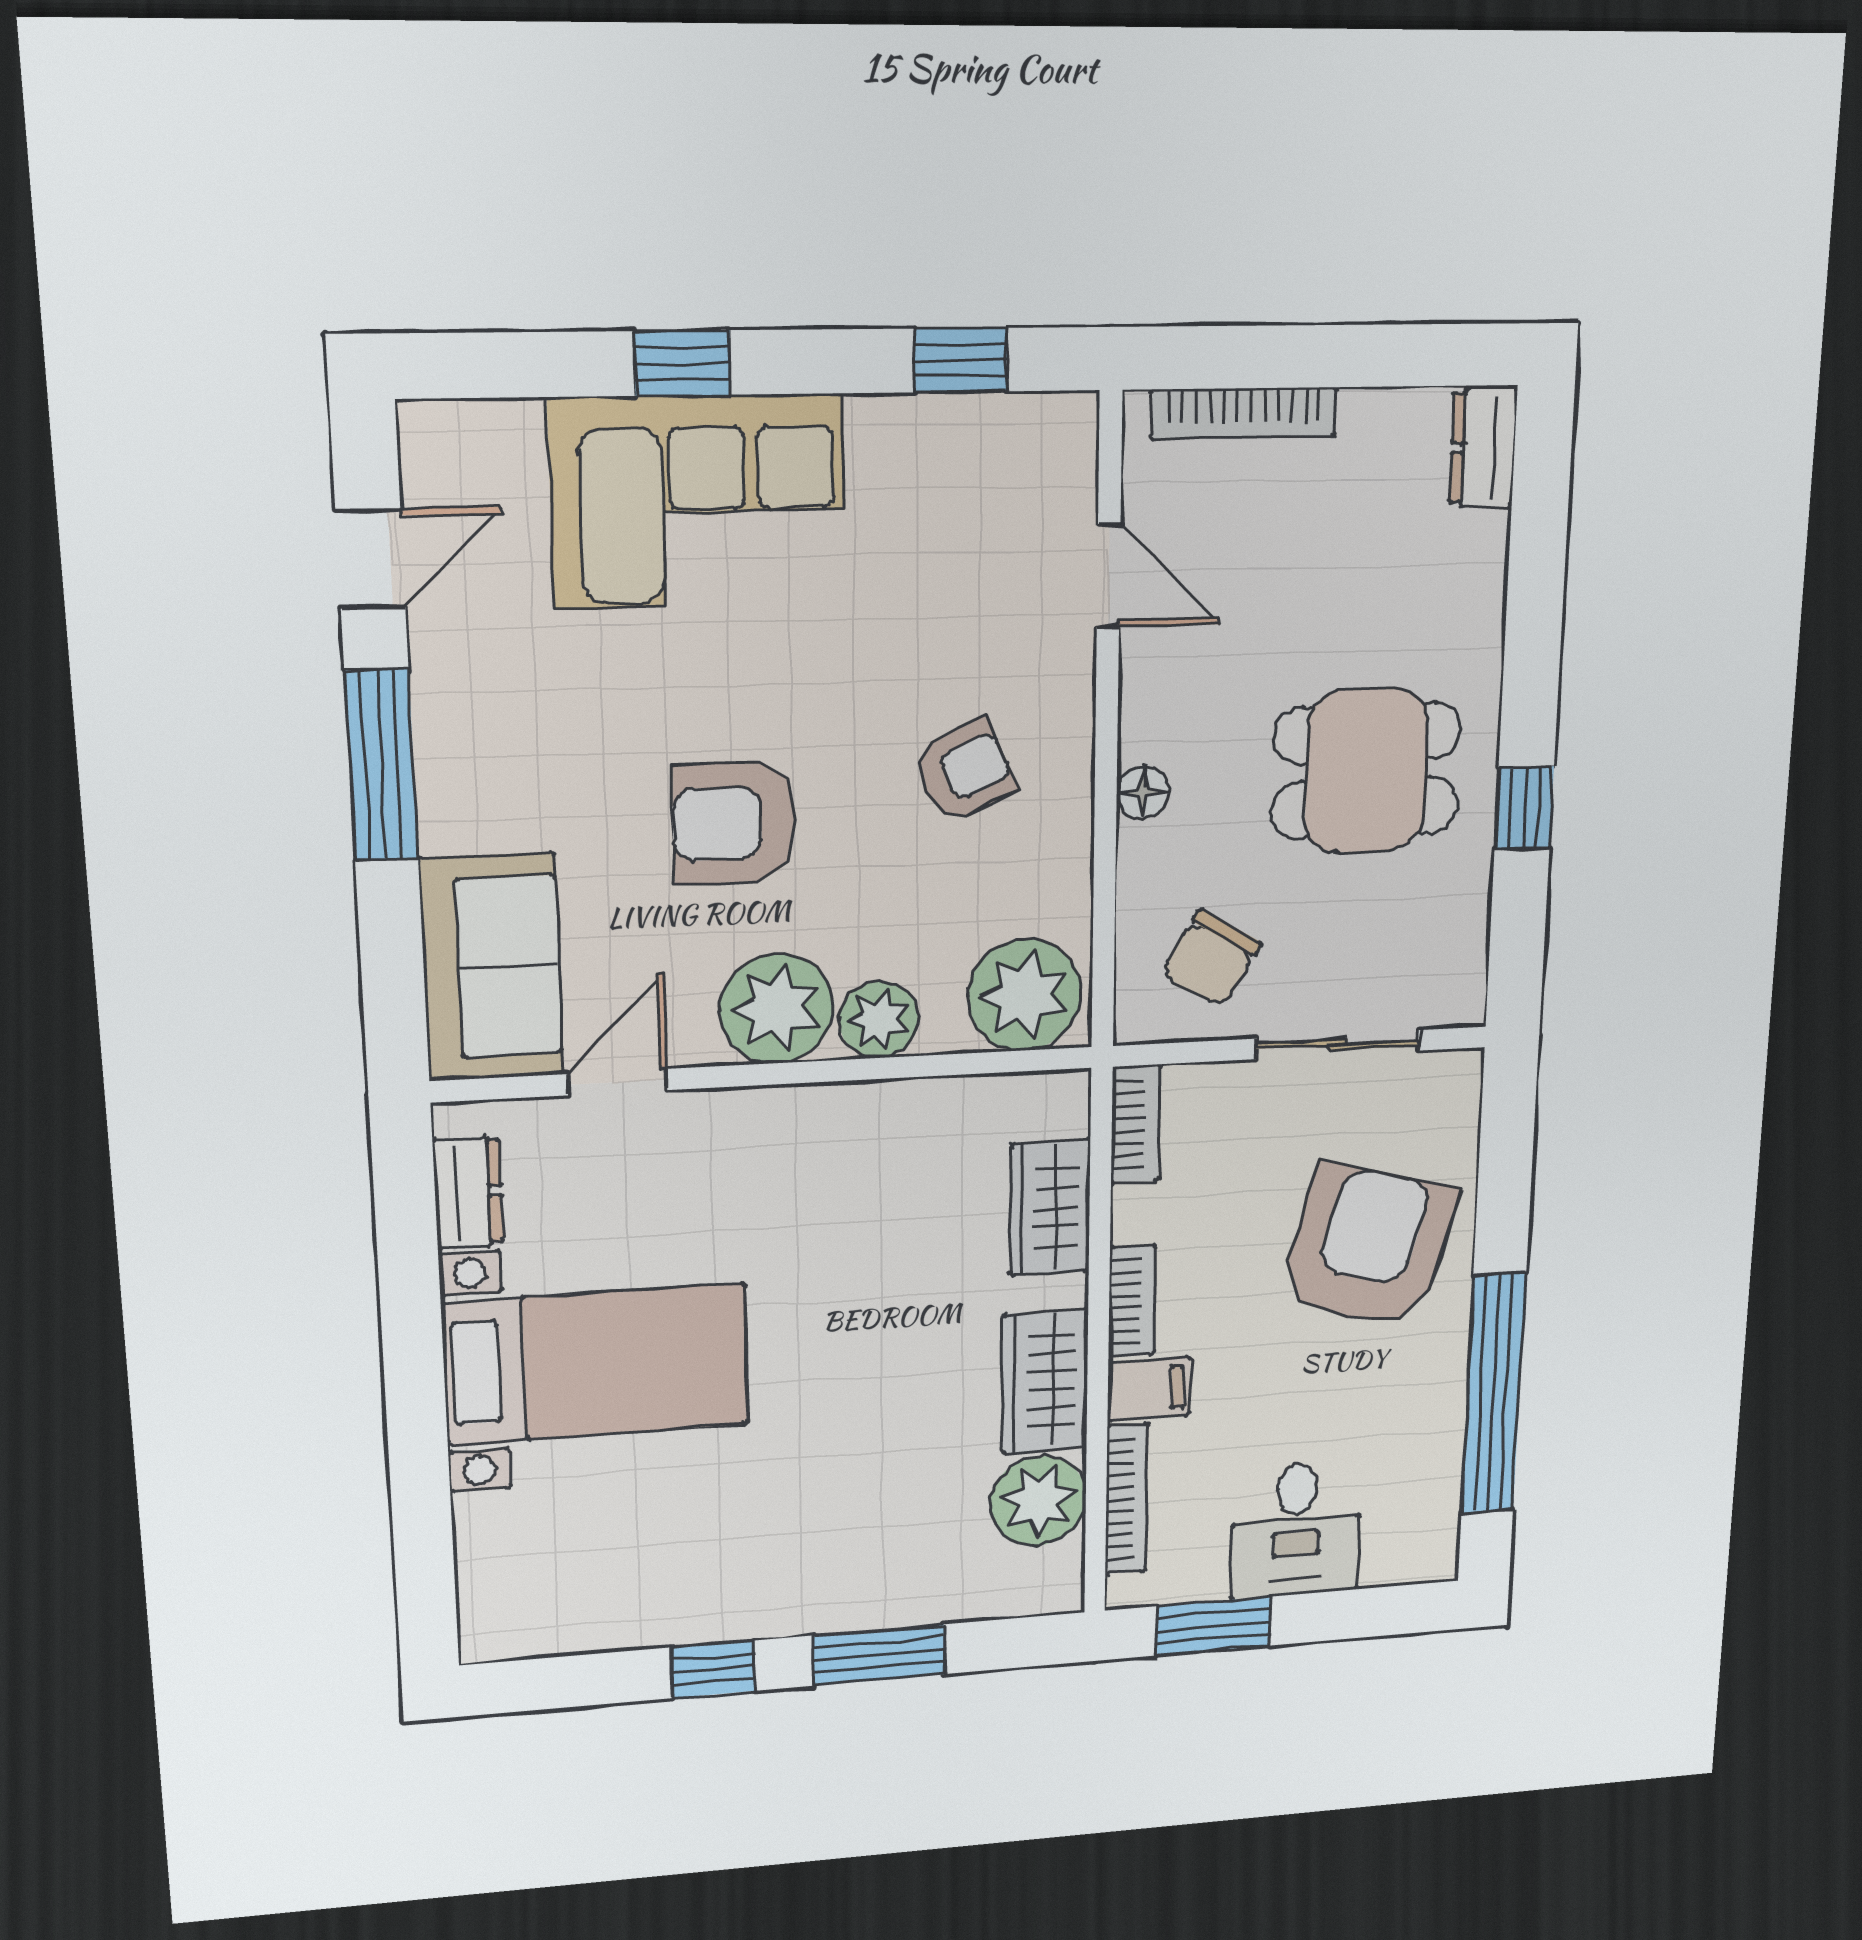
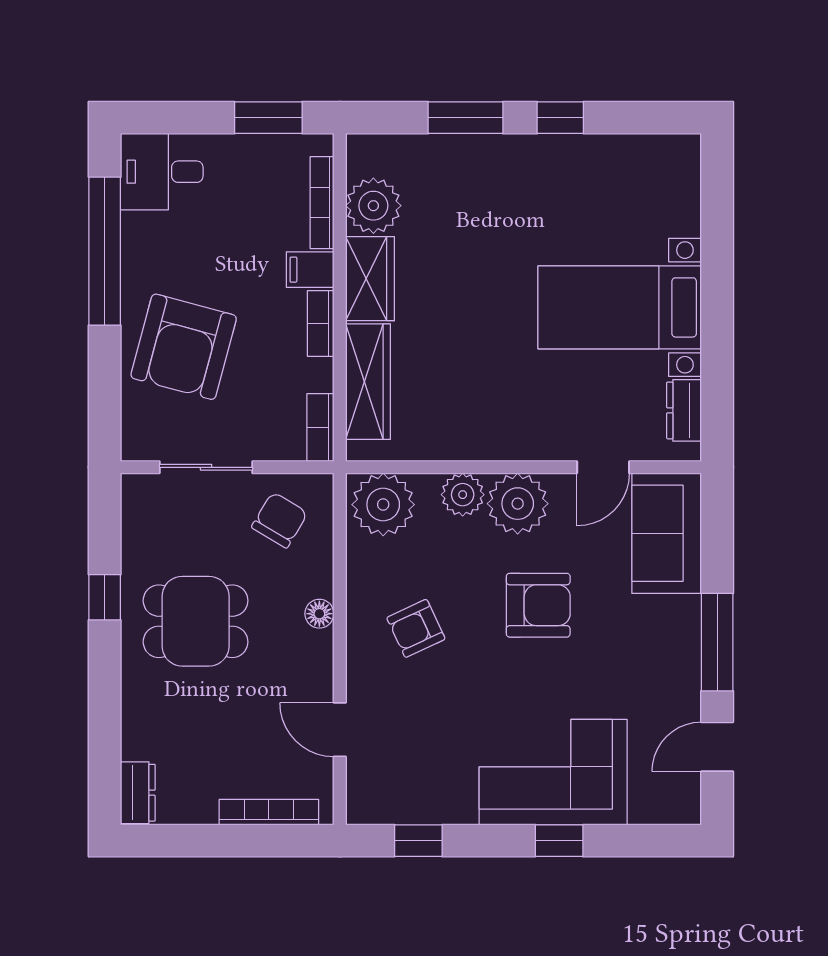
wardrobe: (1050, 1208) -> (368, 382), width x1.50
desk: (1296, 1530) -> (162, 172), moved, turned -90

